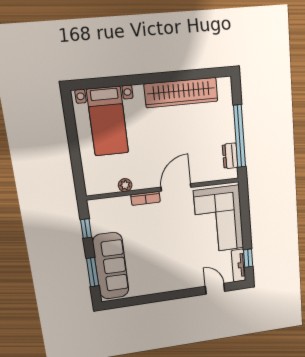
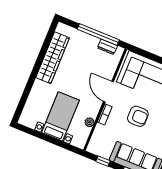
bed with nightstands: (108, 121) -> (60, 116), moved, turned -90
armchair: (165, 239) -> (138, 116), added

